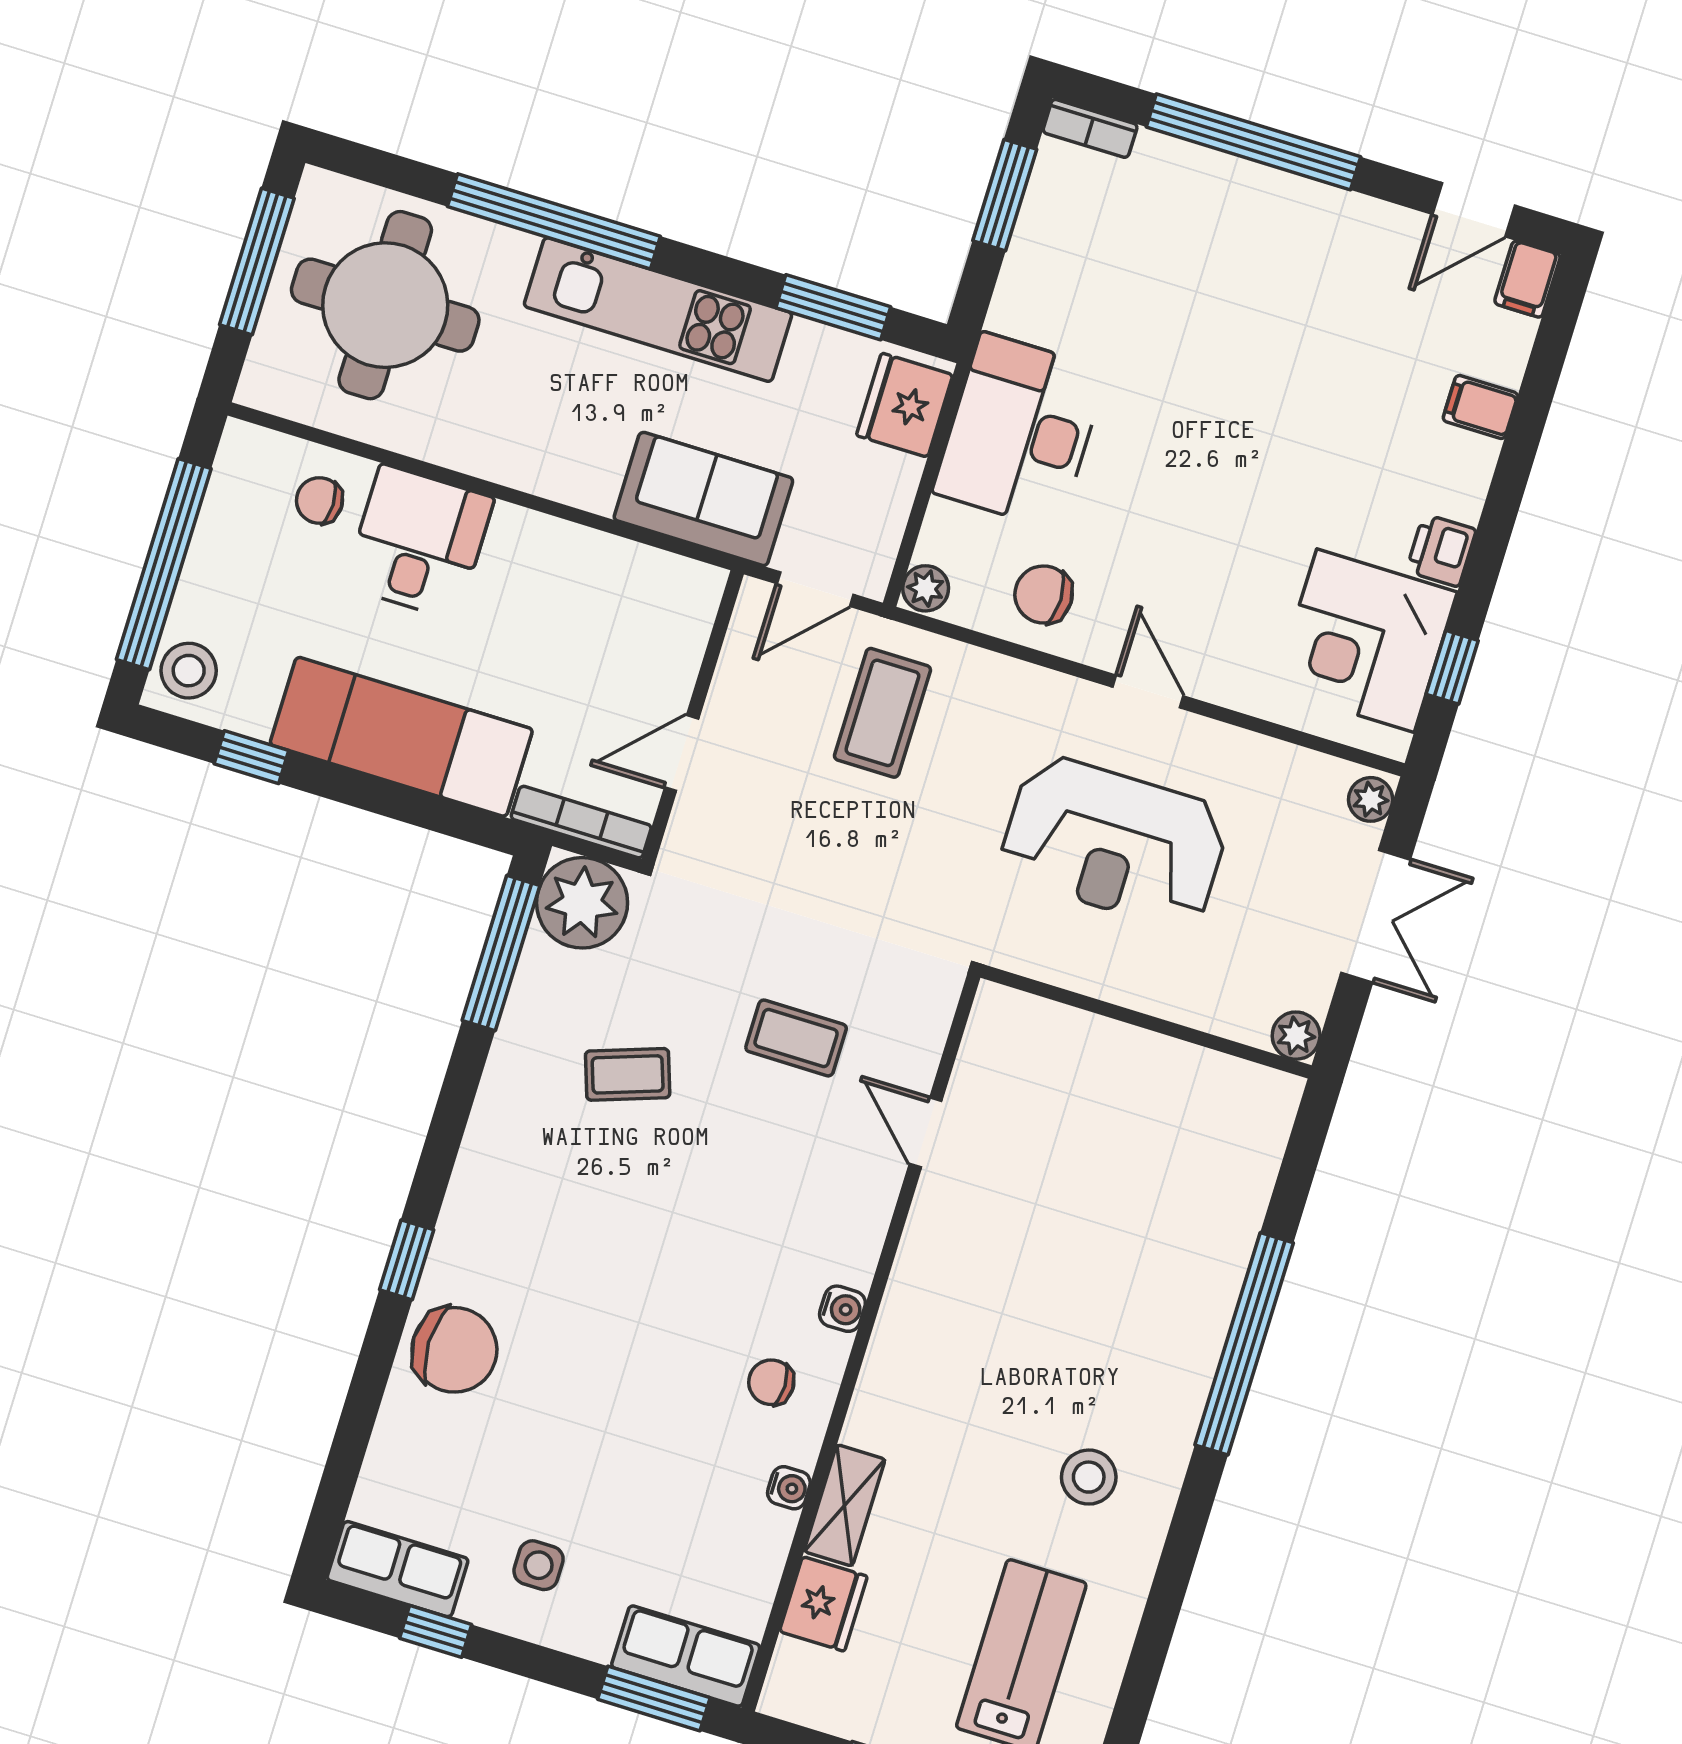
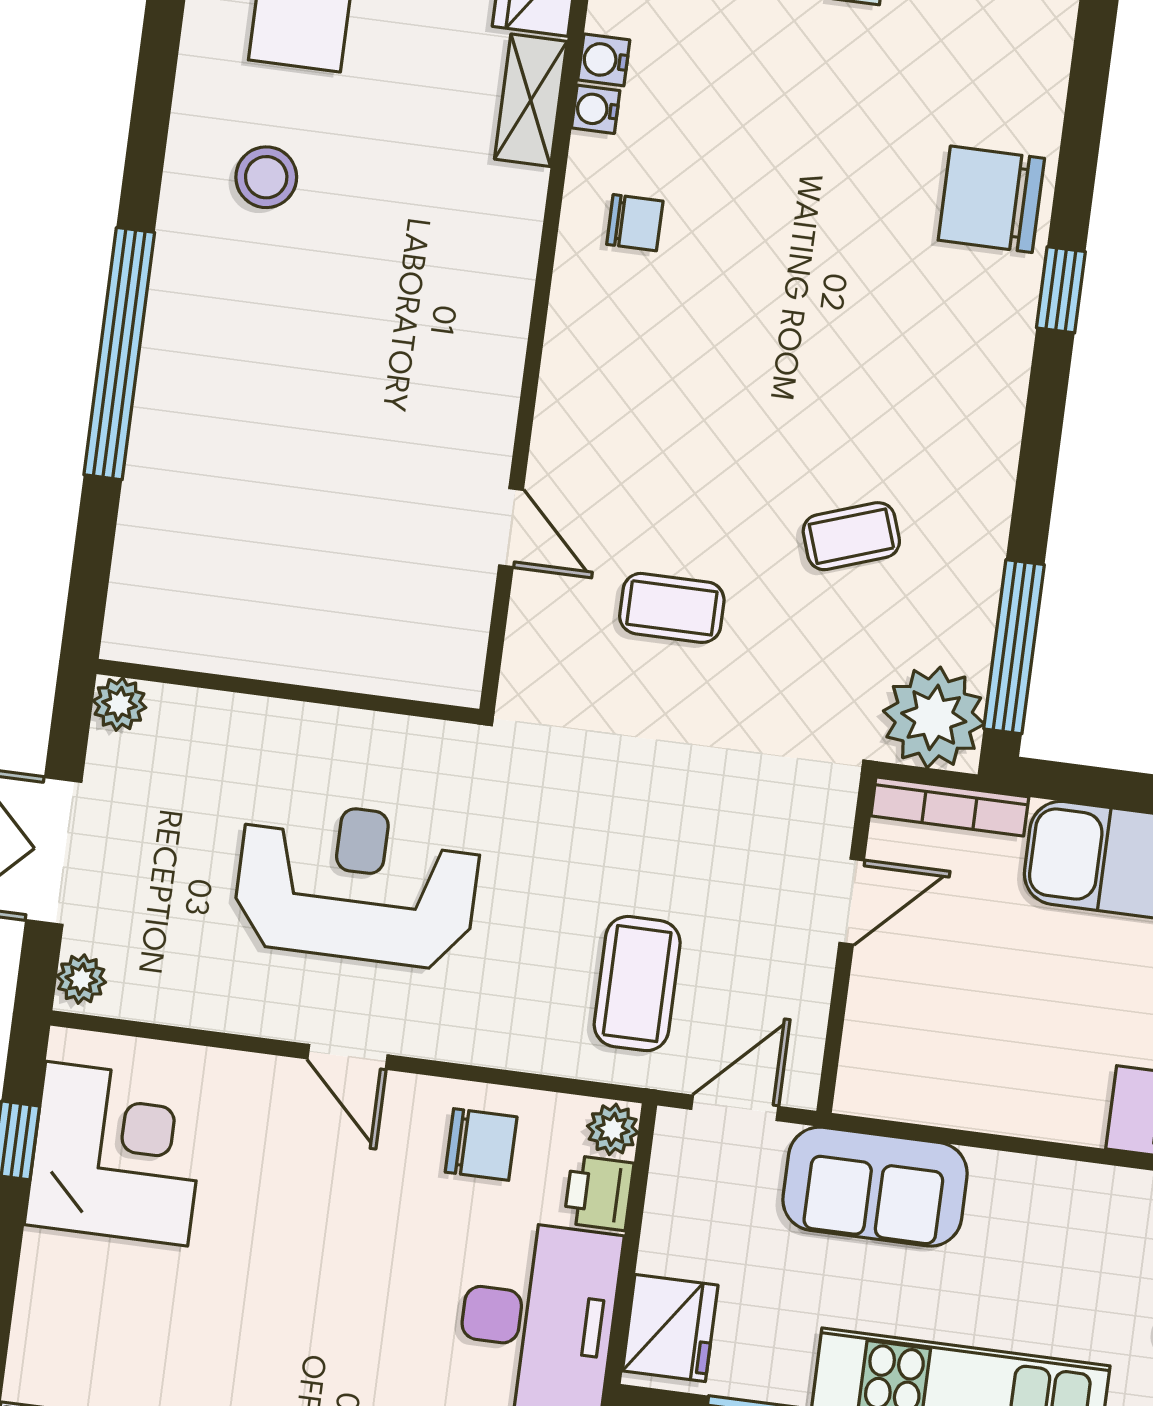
printer: (1441, 550) -> (599, 1193), moved, turned 180
water cooler: (842, 1309) -> (604, 60), moved

